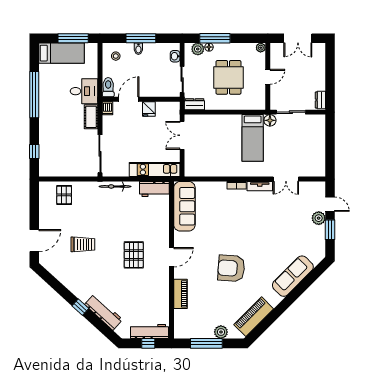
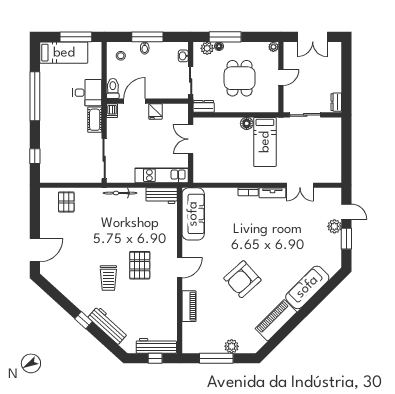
floor lamp: (270, 120) -> (247, 123), moved
trolley: (83, 244) -> (108, 278), moved, turned 90
armchair: (231, 268) -> (242, 279), turned -46
piano: (254, 317) -> (276, 320), moved

